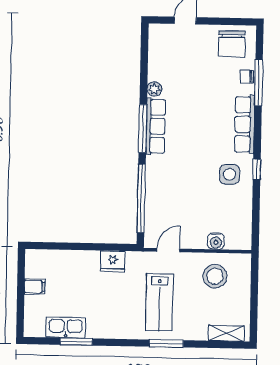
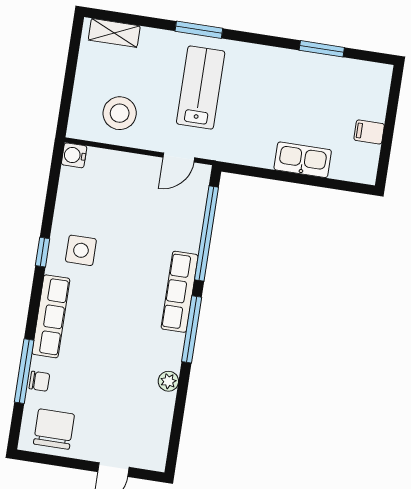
row of seats: (156, 126) -> (180, 292), moved
water cooler: (216, 241) -> (74, 155), moved, turned -90
fridge: (113, 261) -> (257, 152), removed
kitchen sink: (66, 327) -> (303, 160), moved, turned 180

